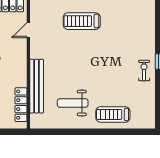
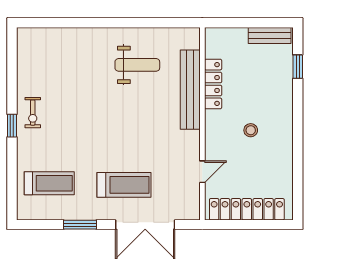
locker: (21, 105) -> (213, 84), moved
treadmill: (113, 114) -> (49, 183), moved

